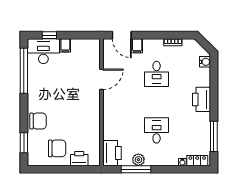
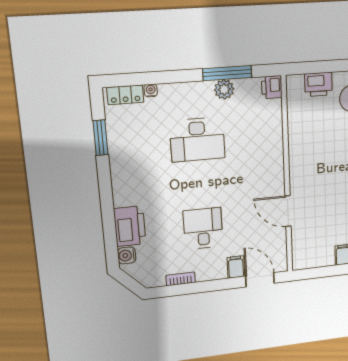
door: (101, 79) -> (288, 211), hinge flipped
printer: (202, 99) -> (130, 226), moved
desk: (157, 130) -> (197, 140), width x1.37
window: (214, 136) -> (101, 138), width x0.69
printer: (112, 153) -> (272, 87), width x0.53, depth x0.68

